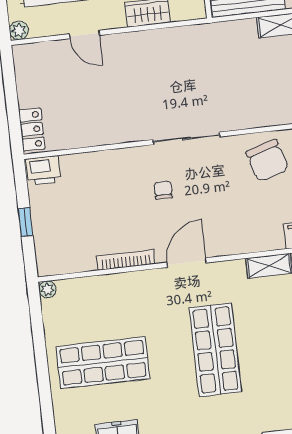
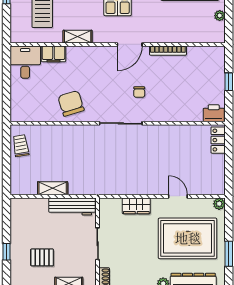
plant: (47, 289) -> (220, 16), moved

